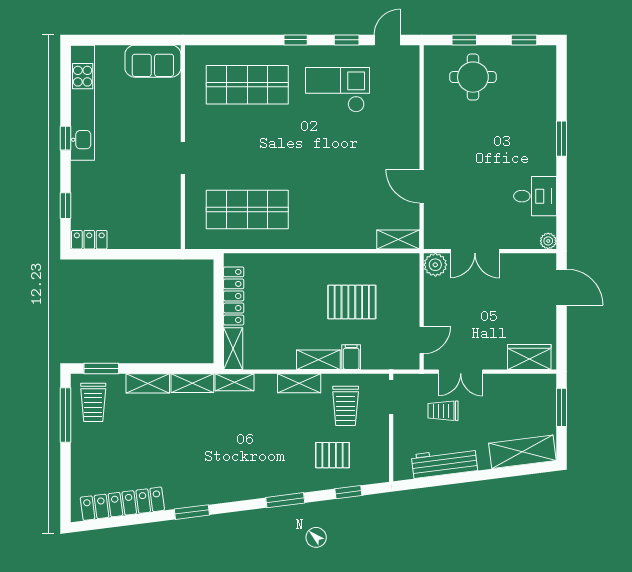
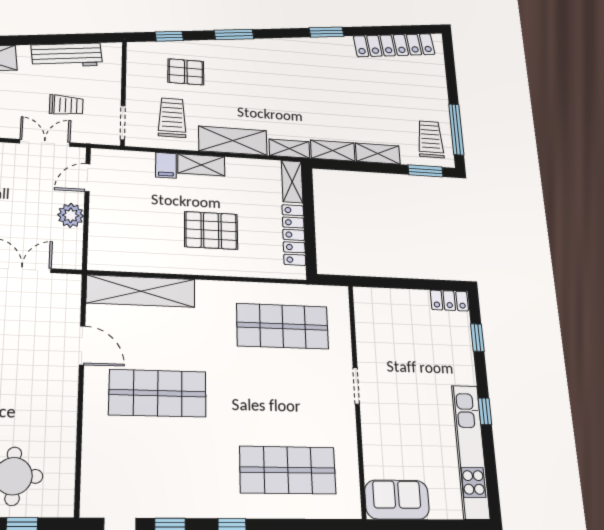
checkout: (338, 90) -> (181, 462), removed
shop shelf: (357, 147) -> (158, 393), added
shelving: (398, 239) -> (141, 291), width x2.20, depth x1.33
plant: (435, 265) -> (71, 215), moved
pallet: (352, 302) -> (211, 230), moved
shelving: (299, 383) -> (233, 141), width x1.50, depth x1.33

